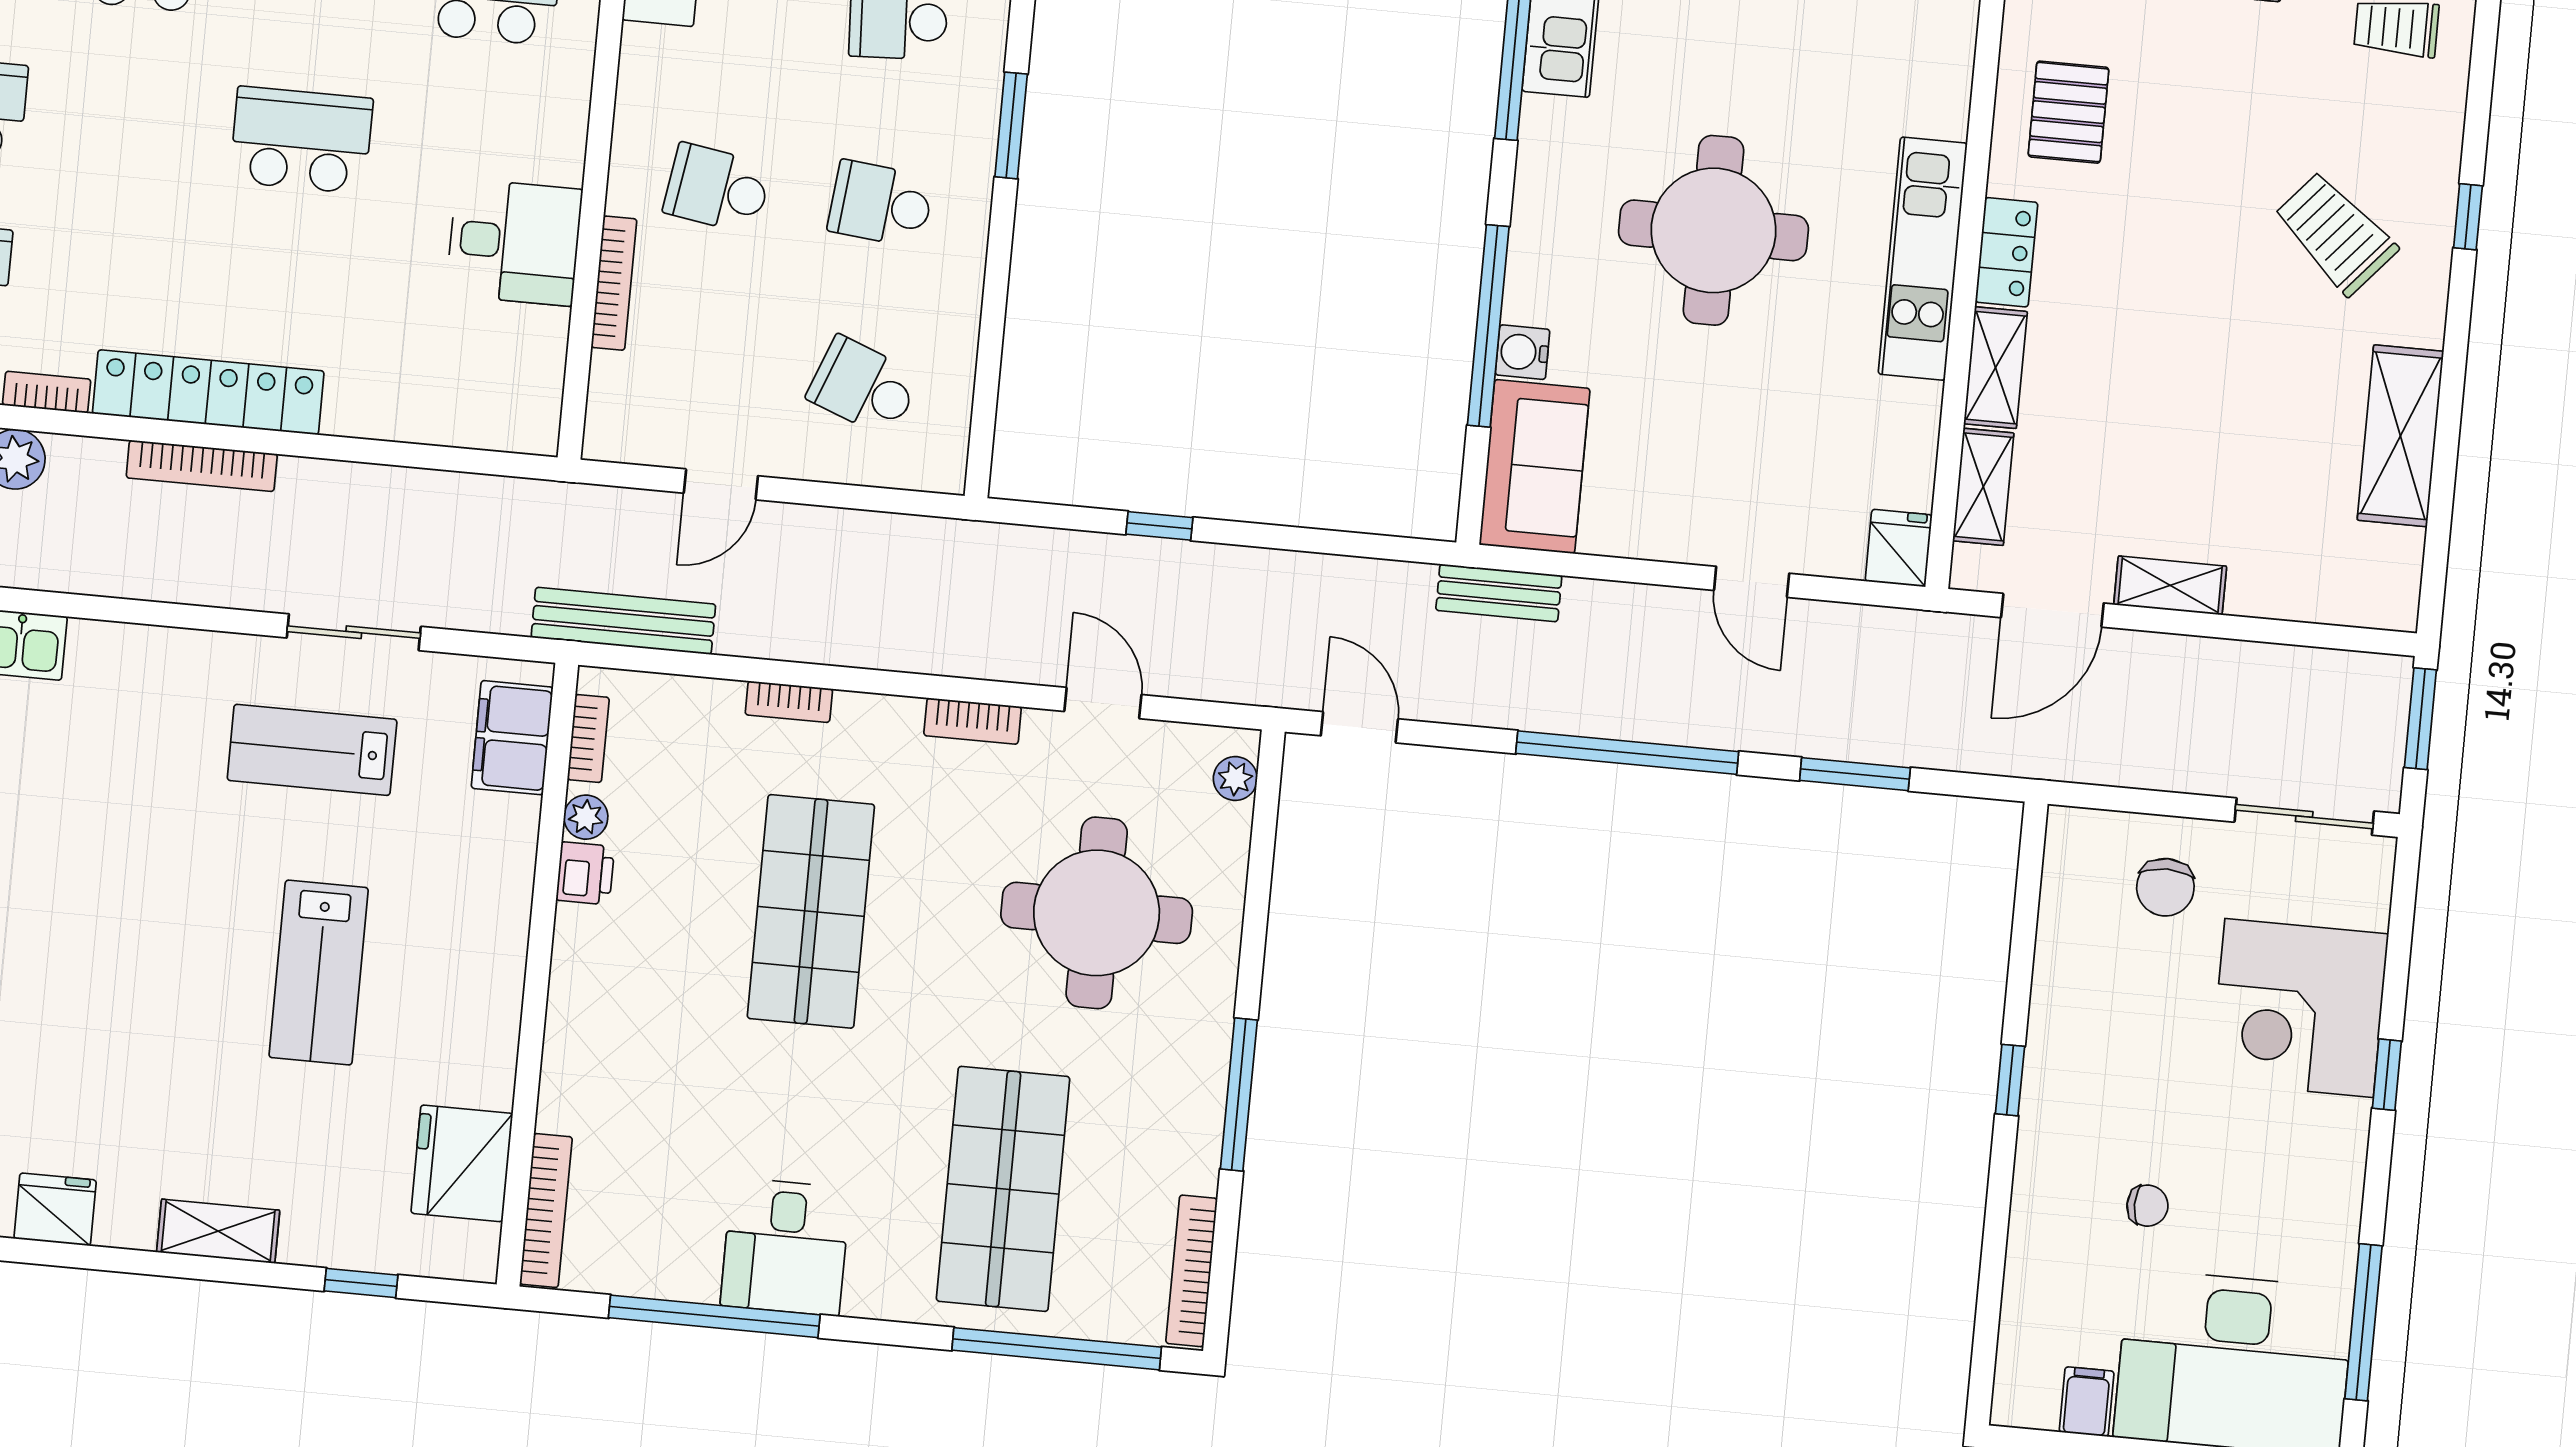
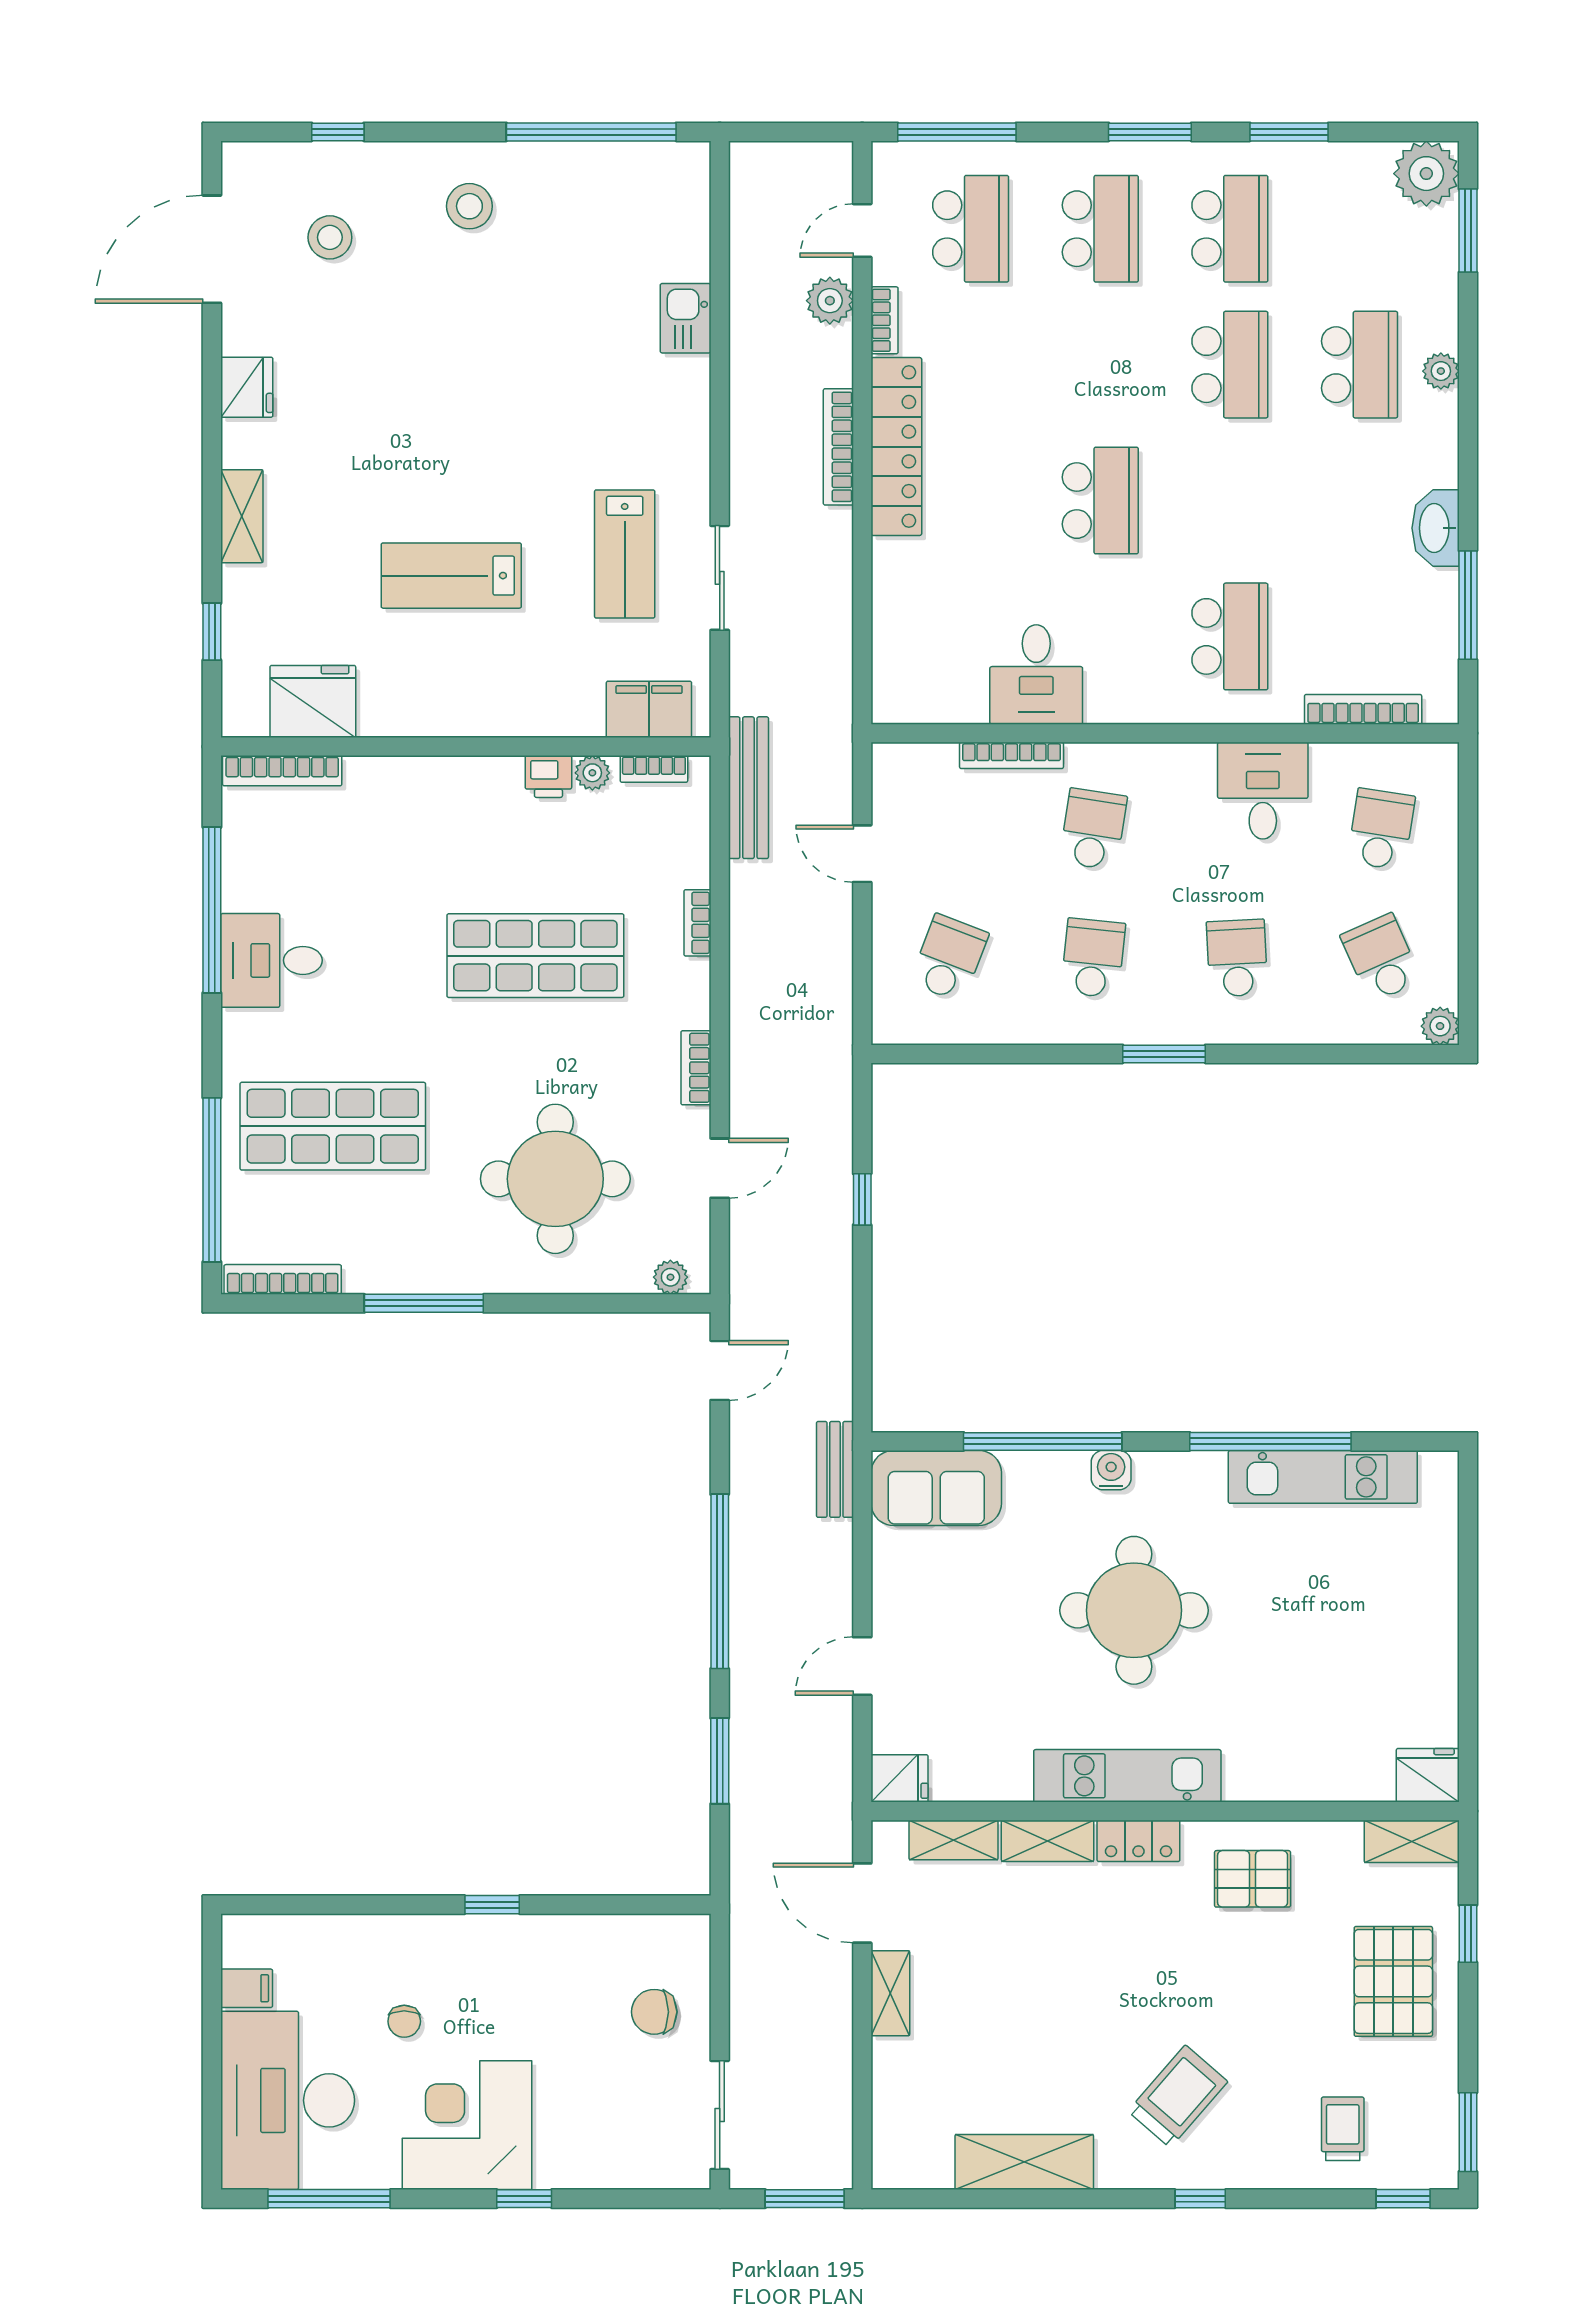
water cooler: (1523, 352) -> (1111, 1470), moved
lab bench: (312, 750) -> (625, 554), turned 180
corner desk: (2299, 1008) -> (467, 2125), moved

